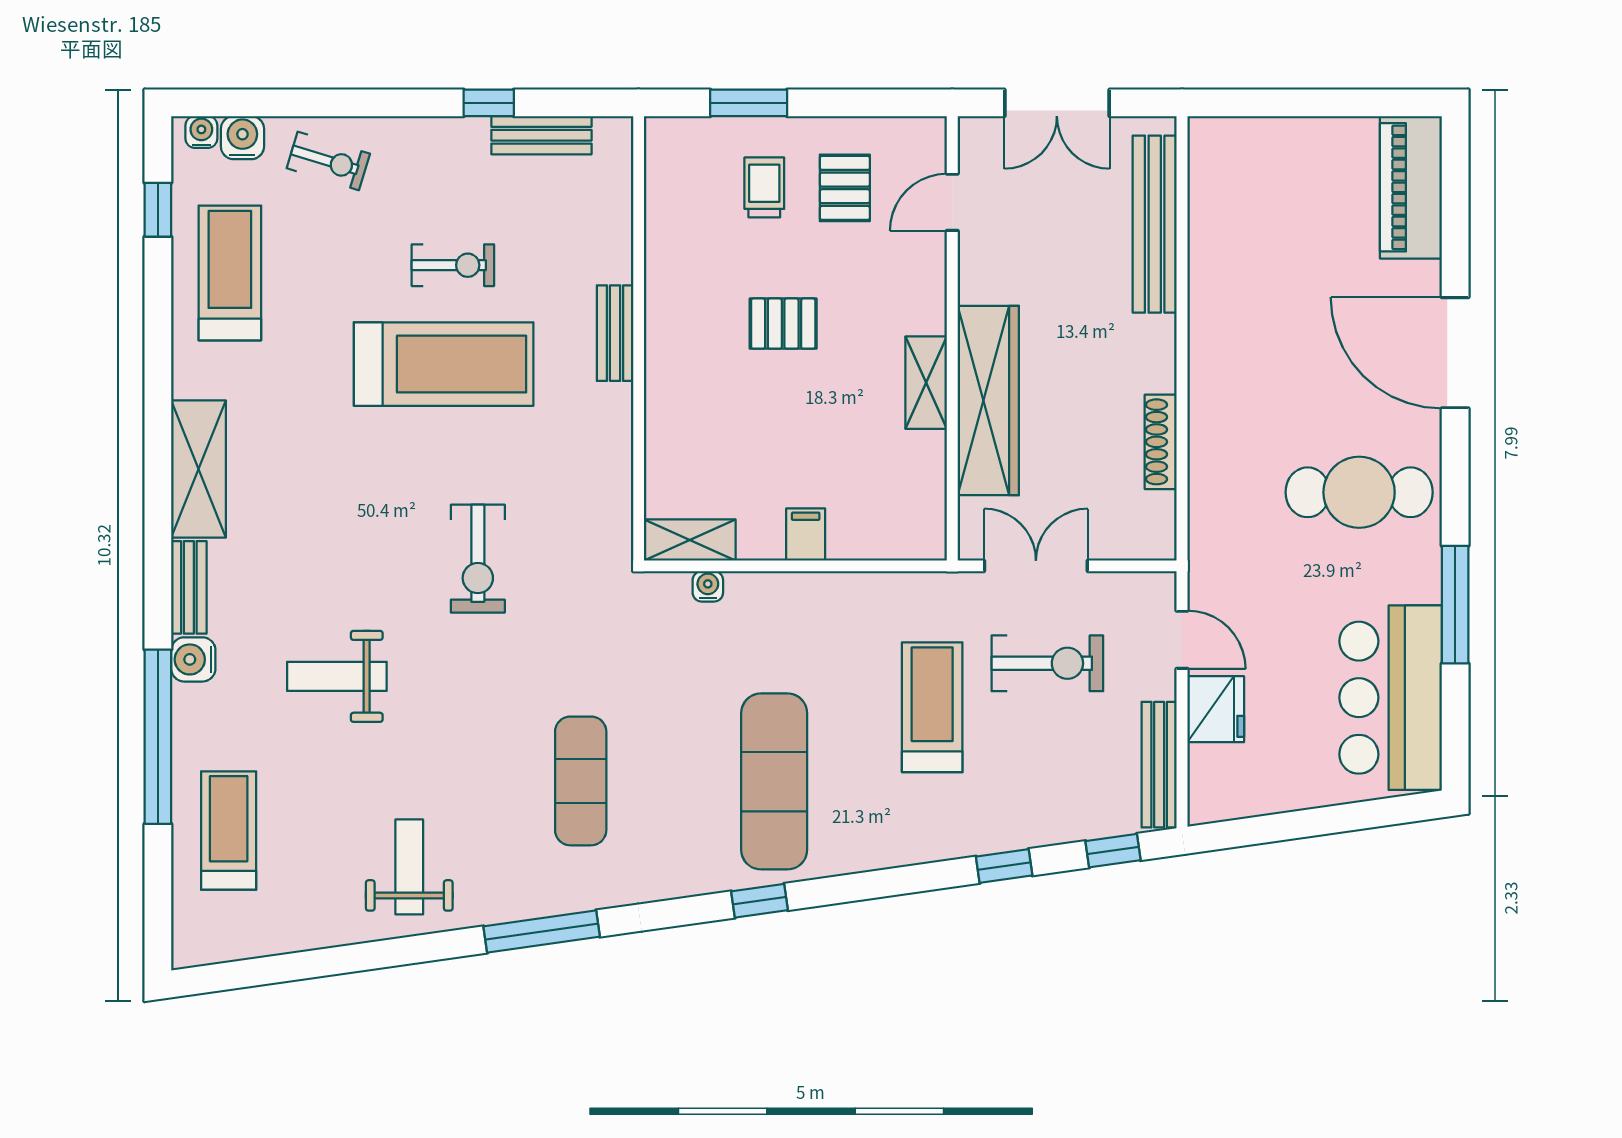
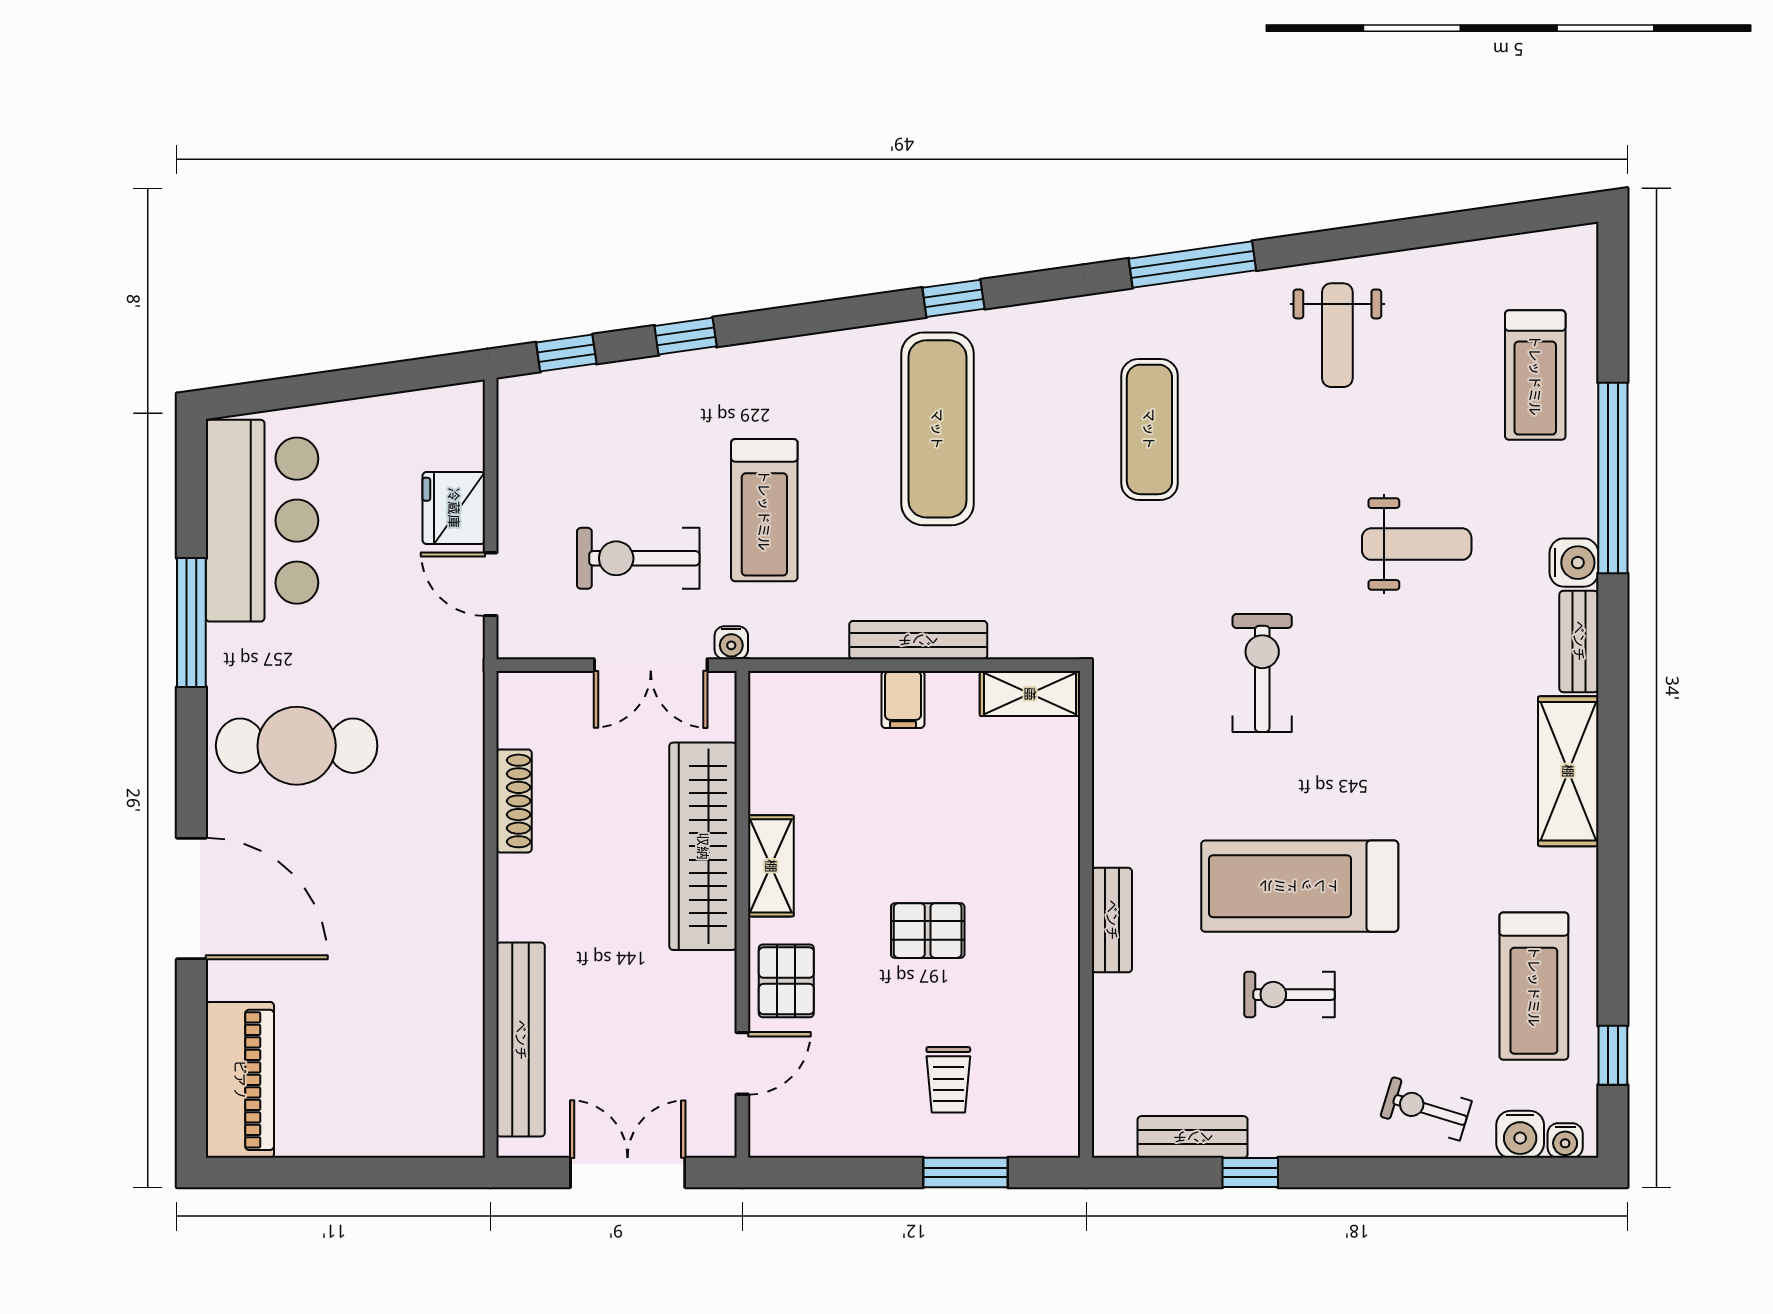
pallet: (845, 188) -> (786, 981), moved
water cooler: (708, 586) -> (731, 643), moved
bench: (1159, 765) -> (918, 640), moved, turned 90

